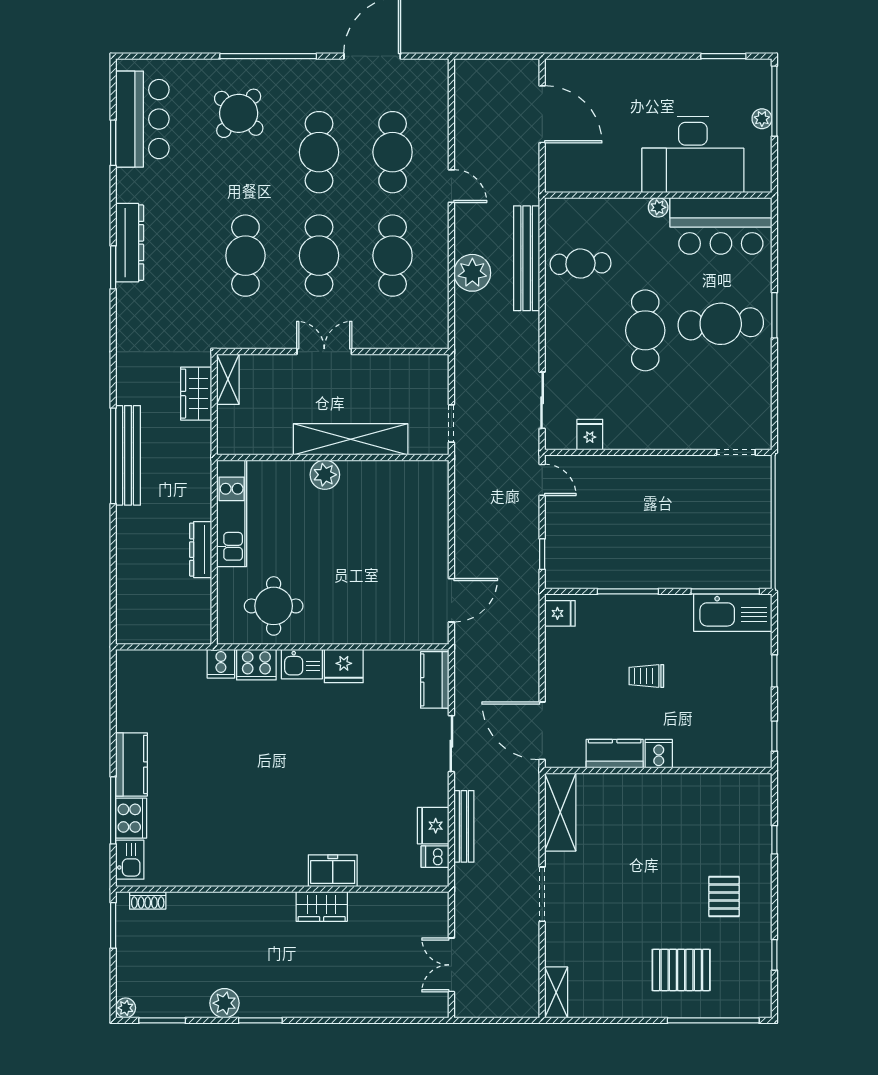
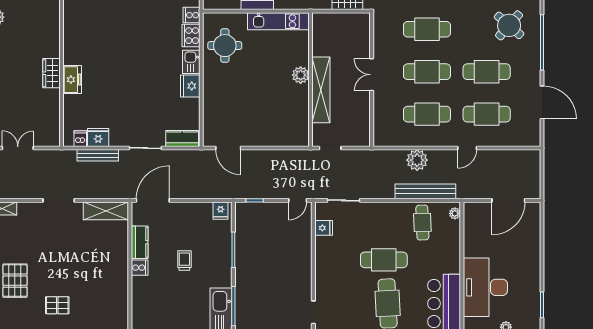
plant: (658, 207) -> (455, 213), moved
double door: (324, 352) -> (372, 75), swing flipped
shelving: (228, 379) -> (356, 19), removed

